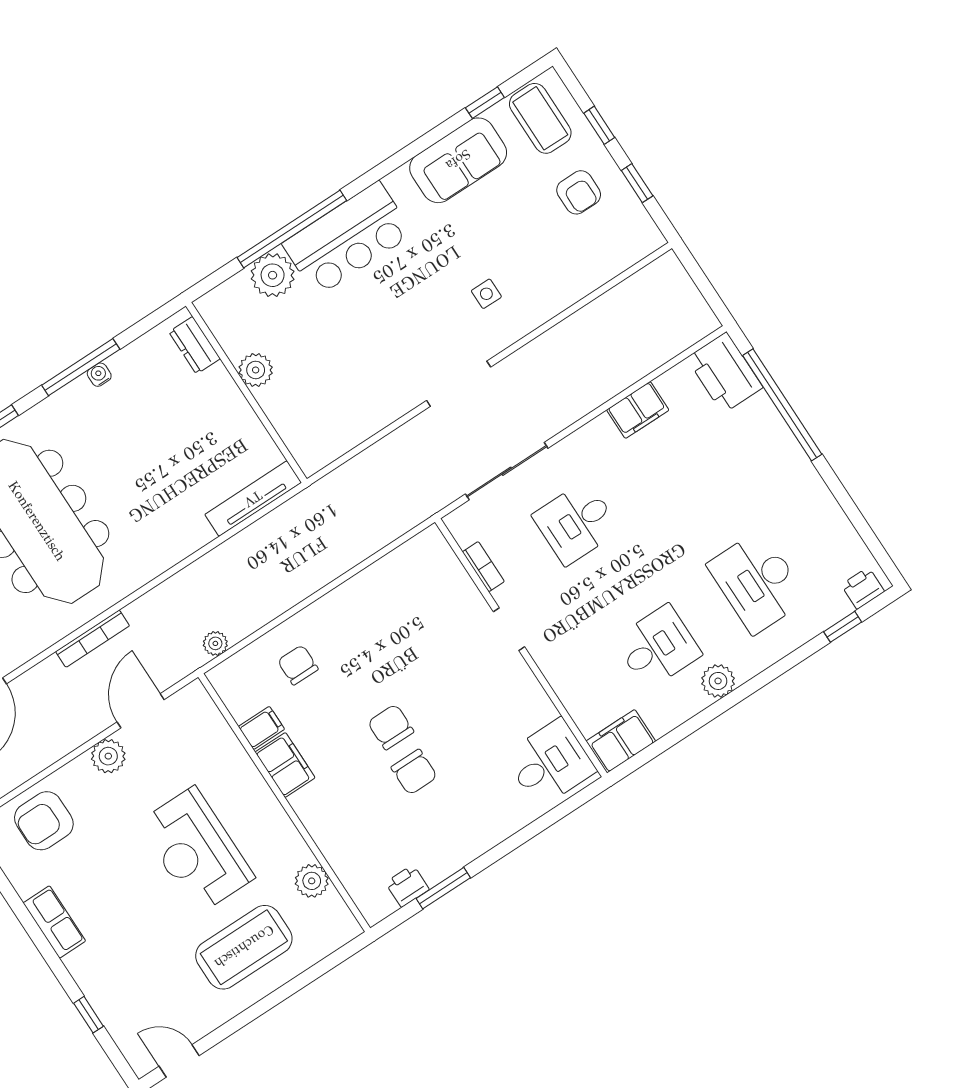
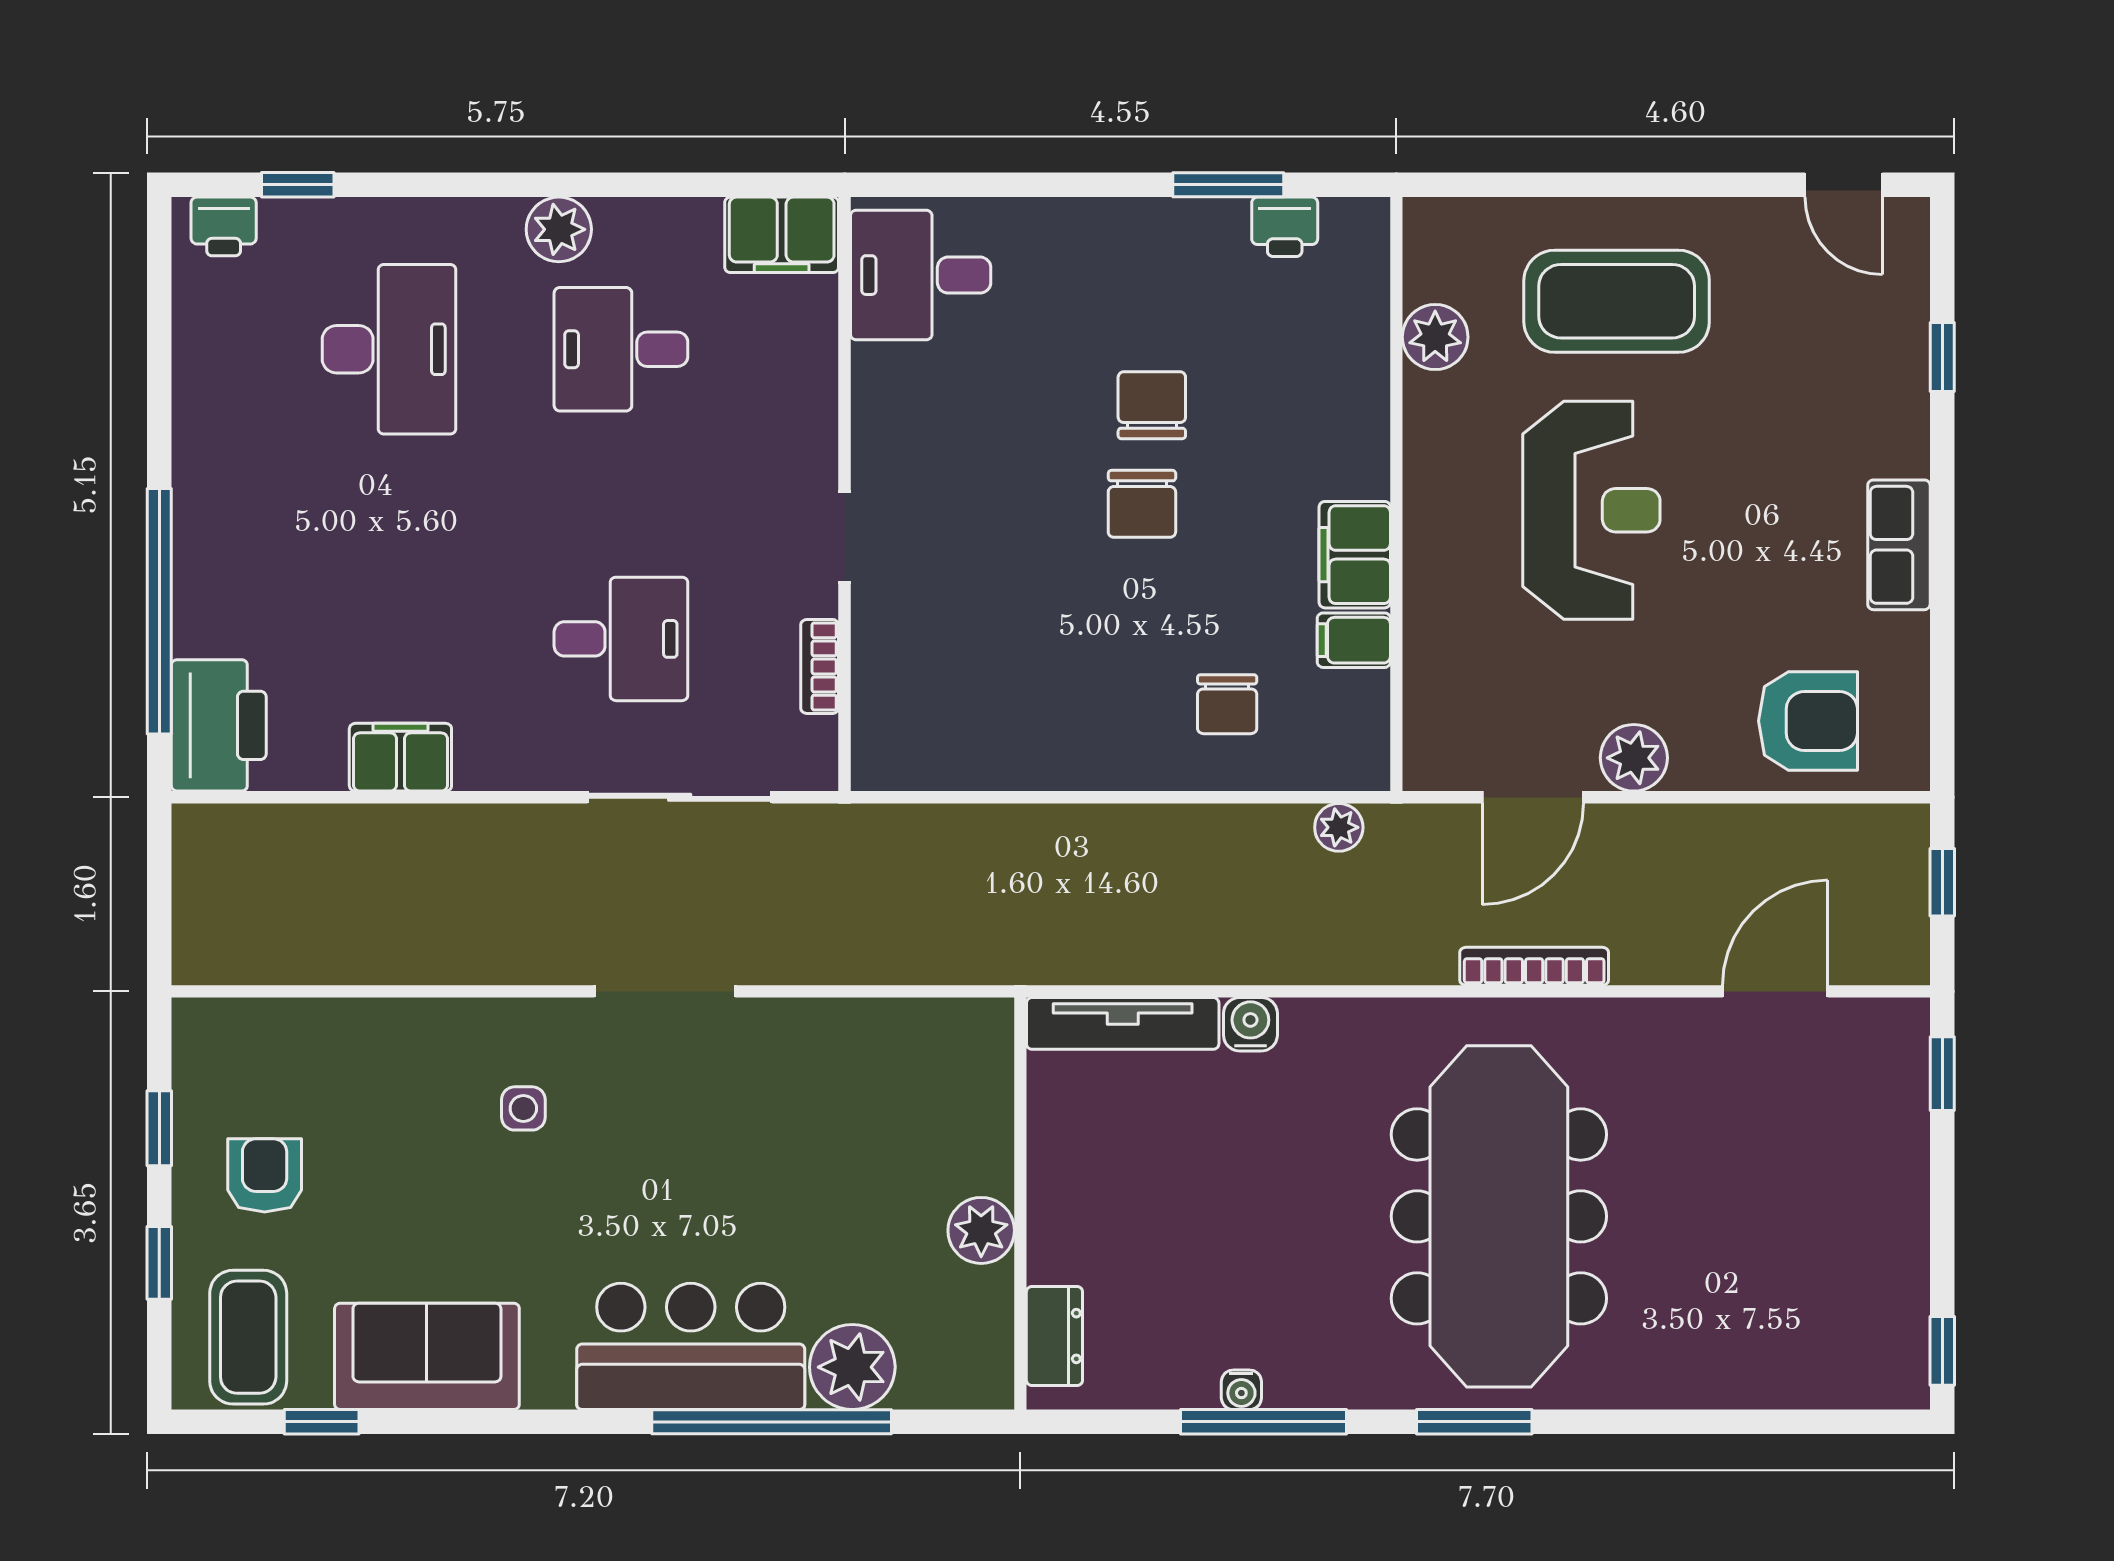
water cooler: (198, 534) -> (1250, 1024), added

